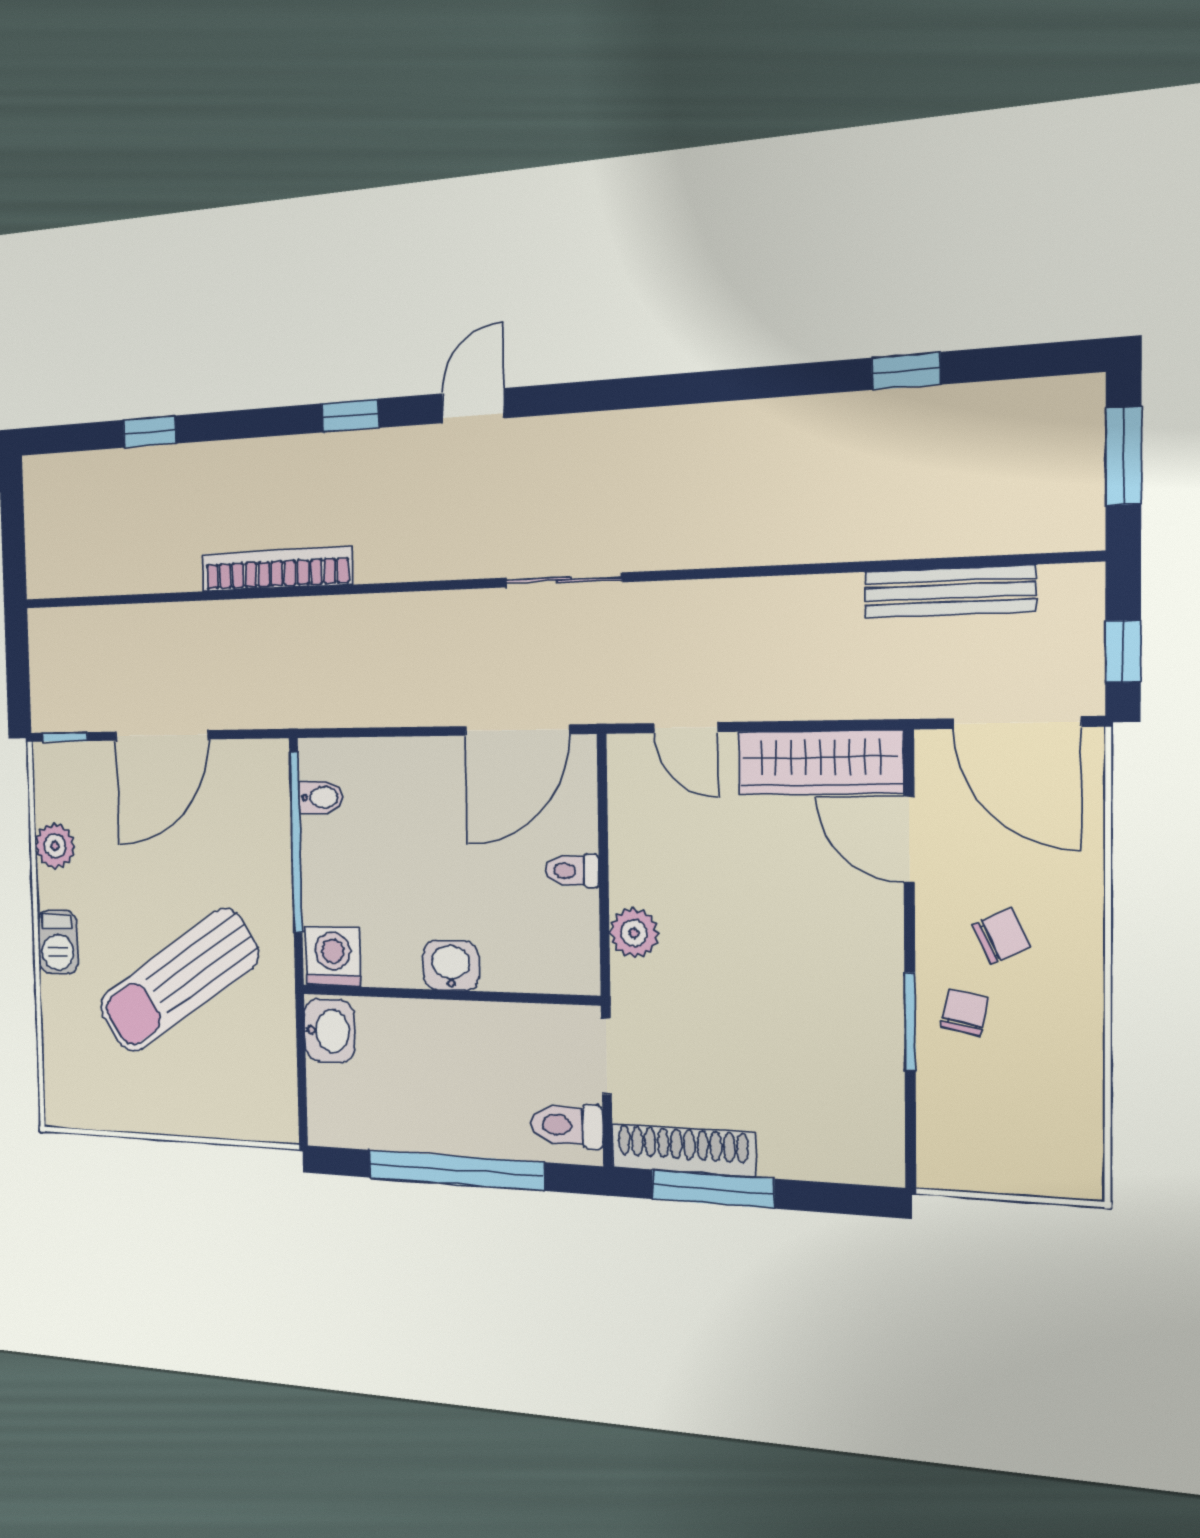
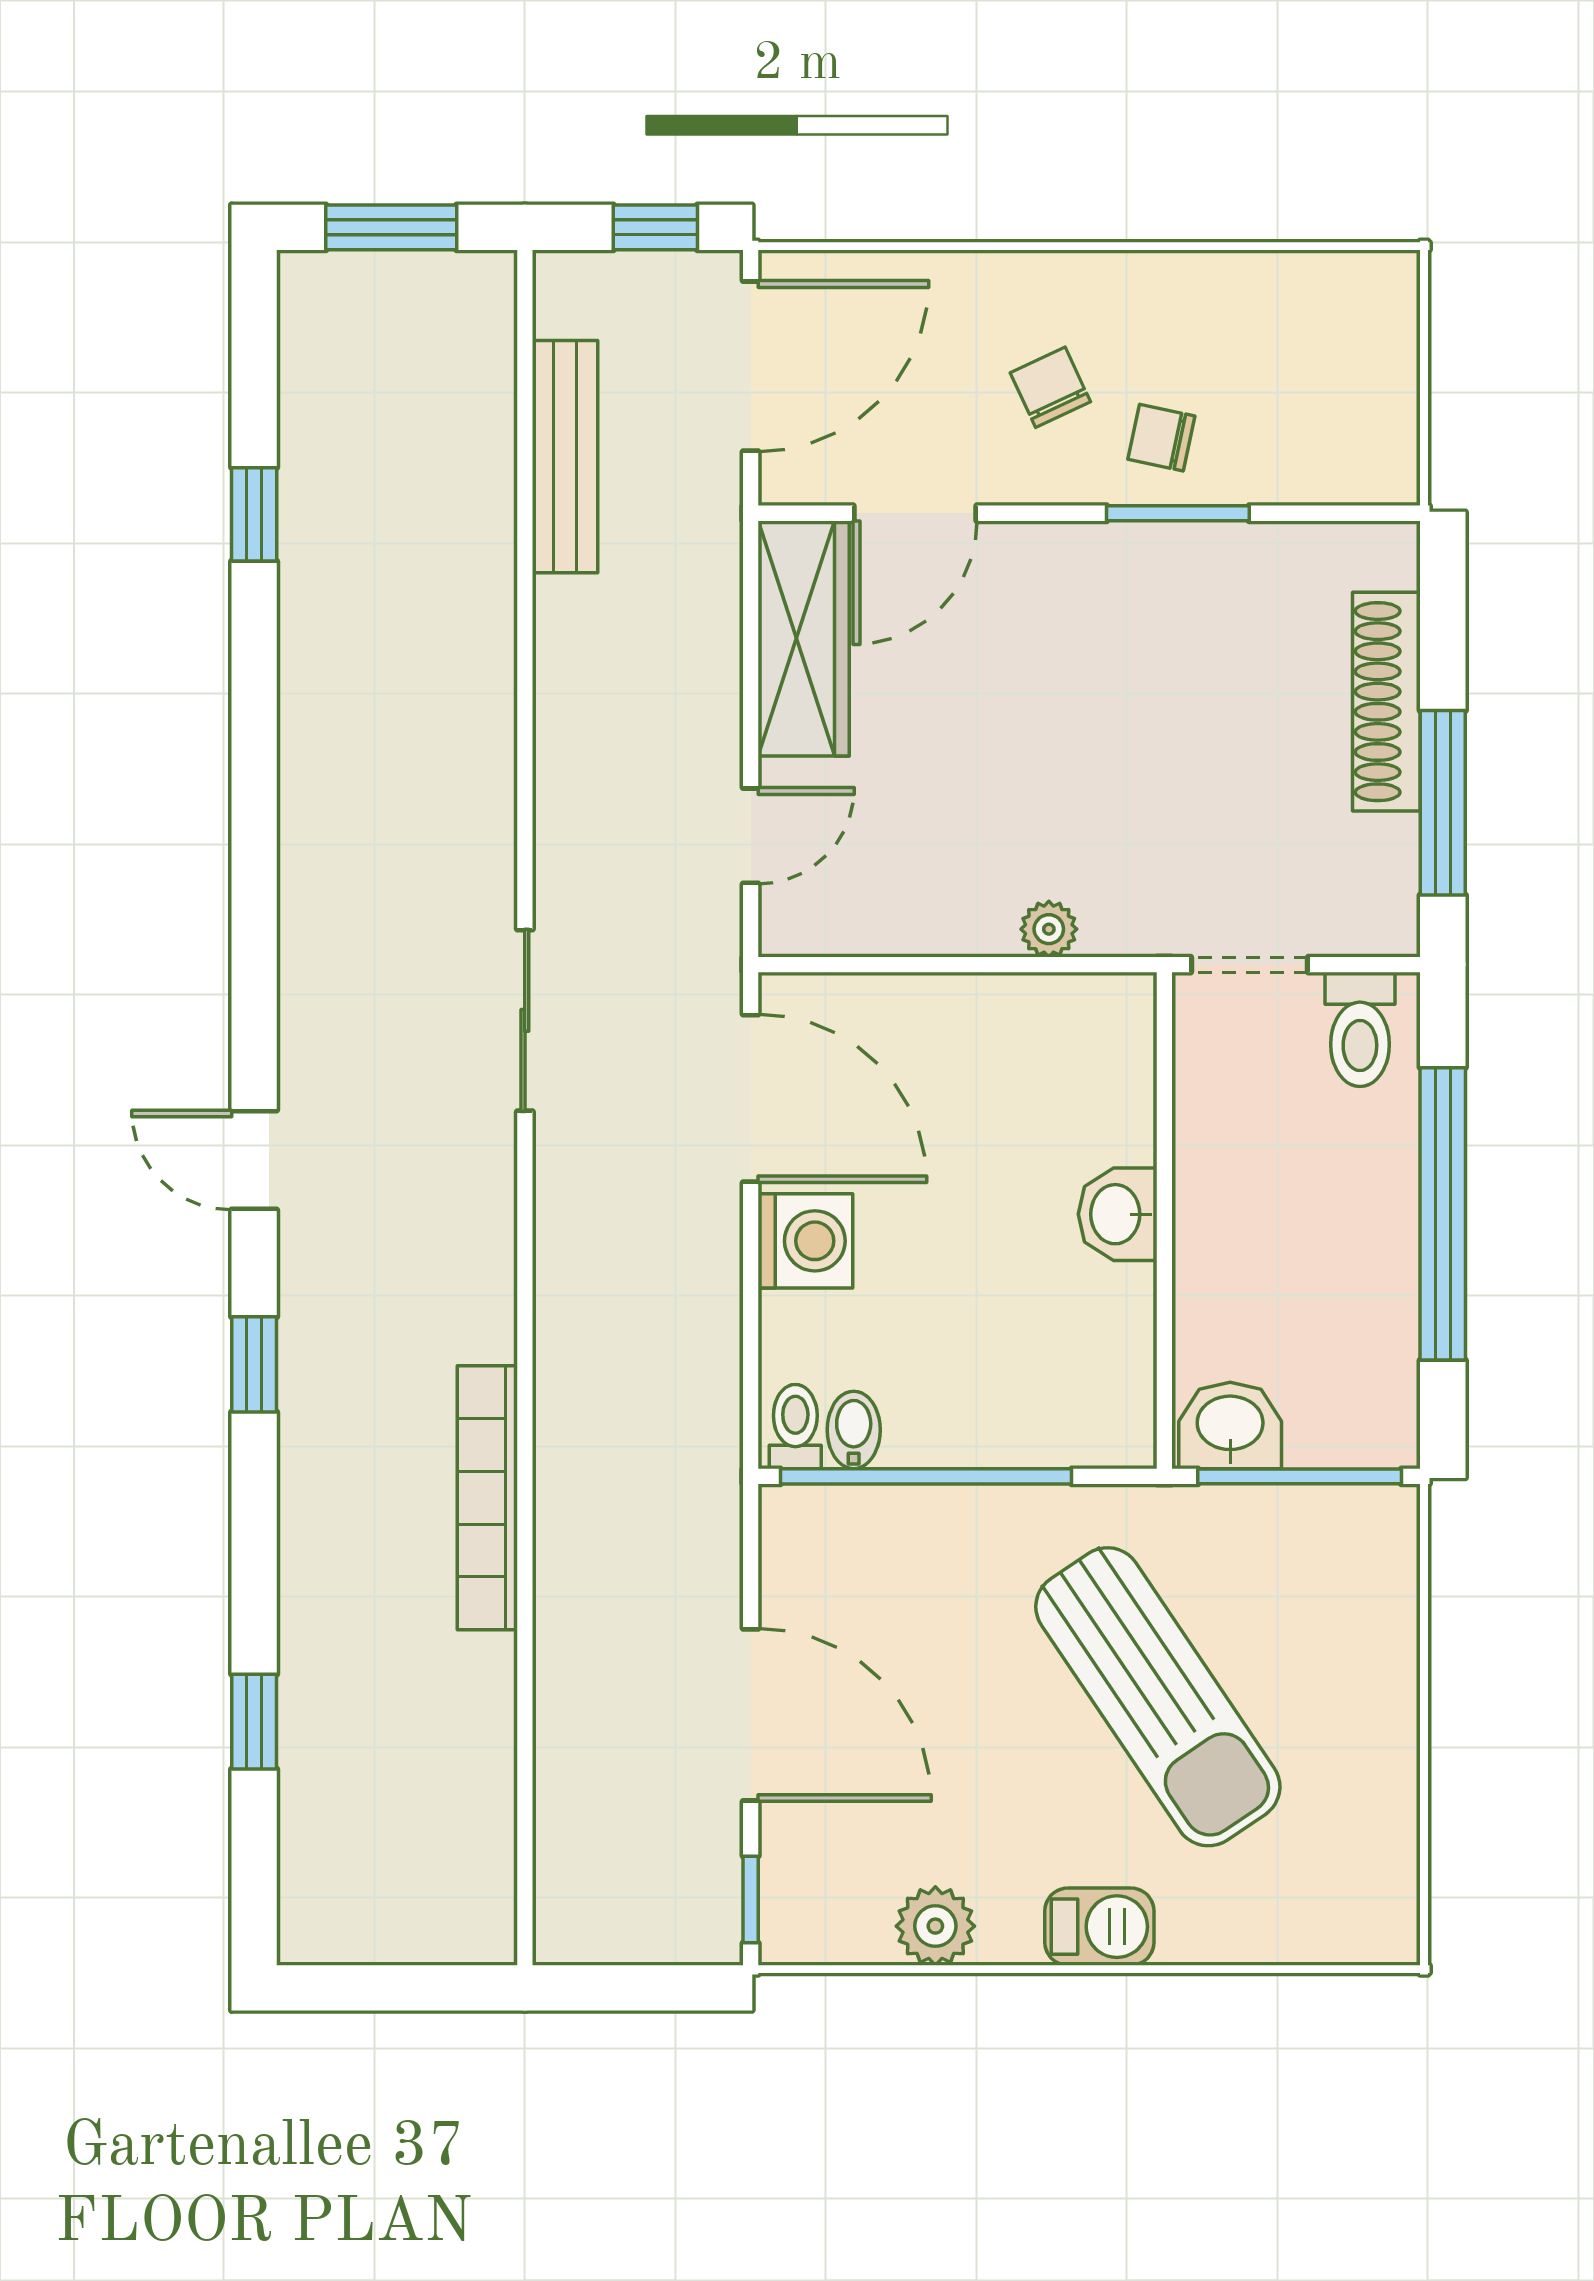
toilet: (572, 871) -> (795, 1427), moved, turned 180
plant: (634, 933) -> (1049, 929), width x0.73, depth x0.73
washing machine: (333, 957) -> (805, 1241), moved, turned 180
window: (302, 1072) -> (1300, 1476), added
shoe rack: (683, 1150) -> (1386, 702), moved

